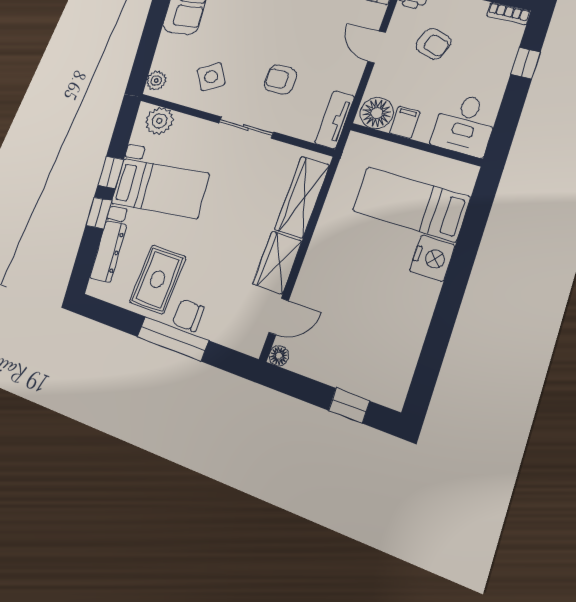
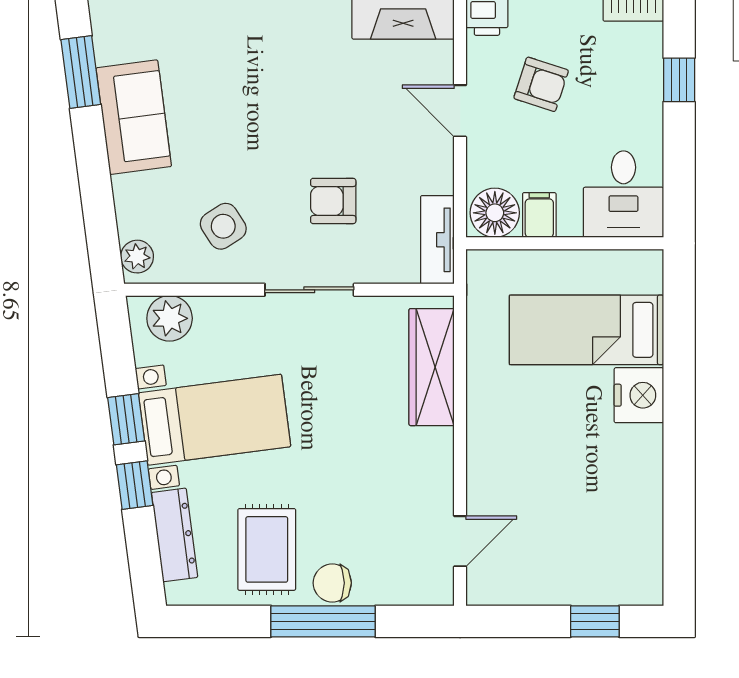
wardrobe: (277, 262) -> (430, 470), removed
floor lamp: (279, 356) -> (480, 592), removed

